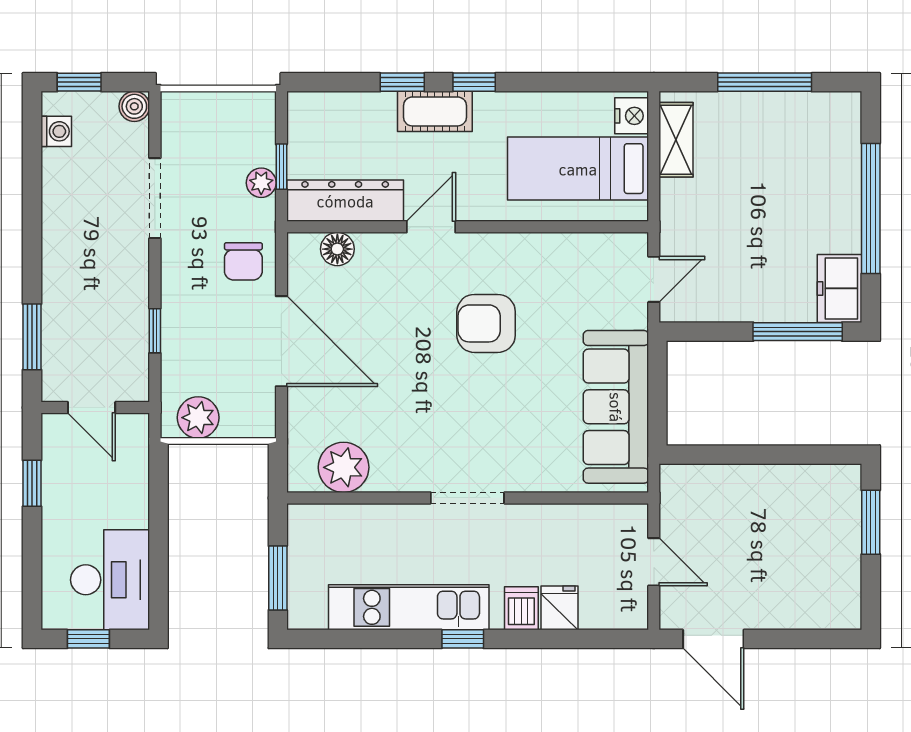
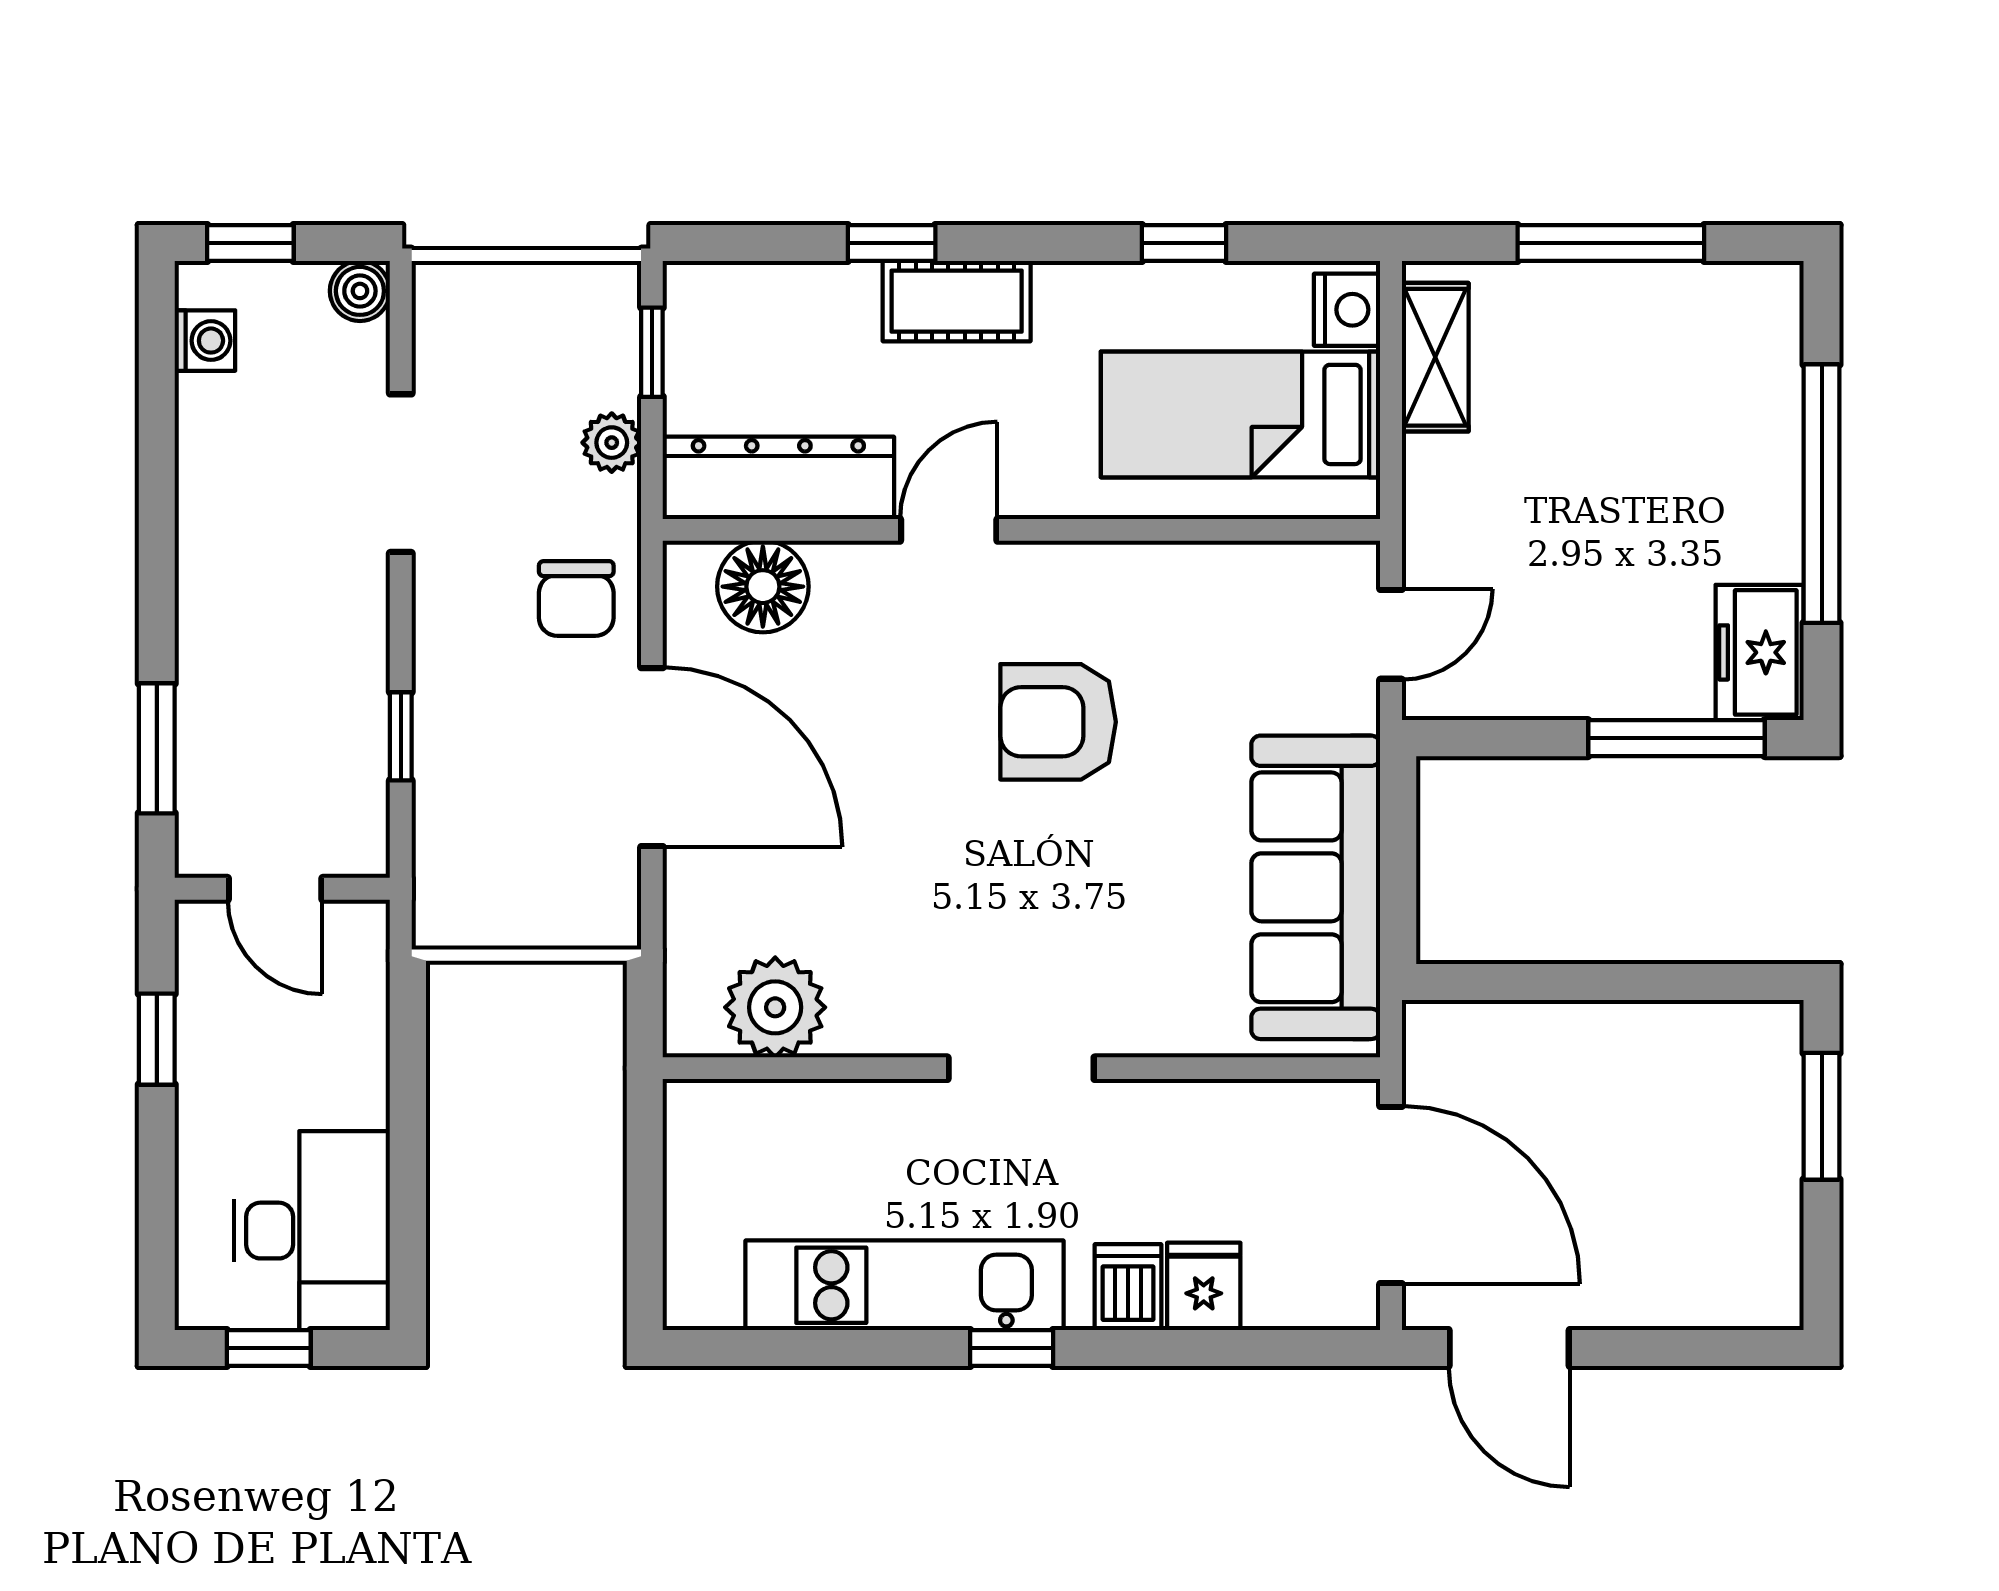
window: (474, 82) -> (1184, 243), moved
window: (281, 167) -> (652, 352), moved
floor lamp: (337, 249) -> (763, 587), width x1.38, depth x1.38
plant: (198, 418) -> (487, 909), removed
door: (654, 562) -> (1391, 1195), width x1.87
window: (278, 578) -> (645, 1227), removed

